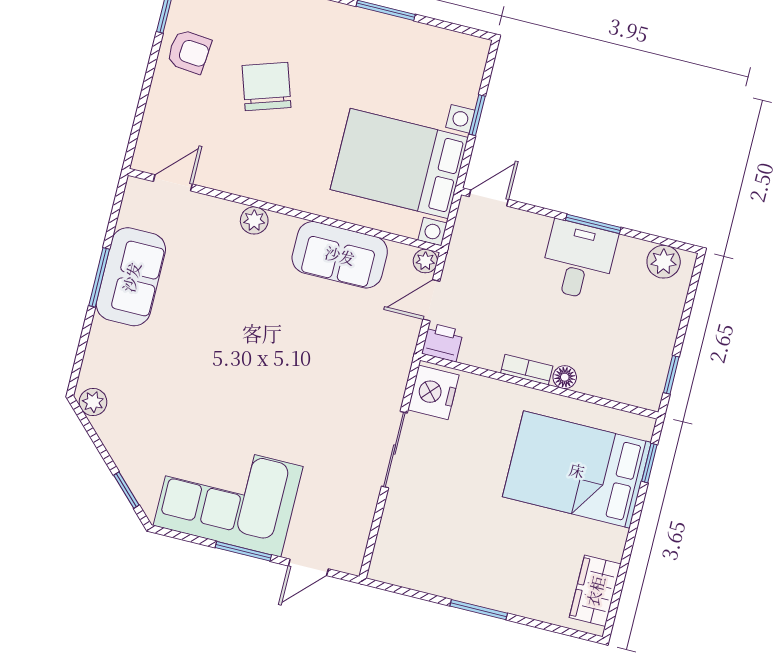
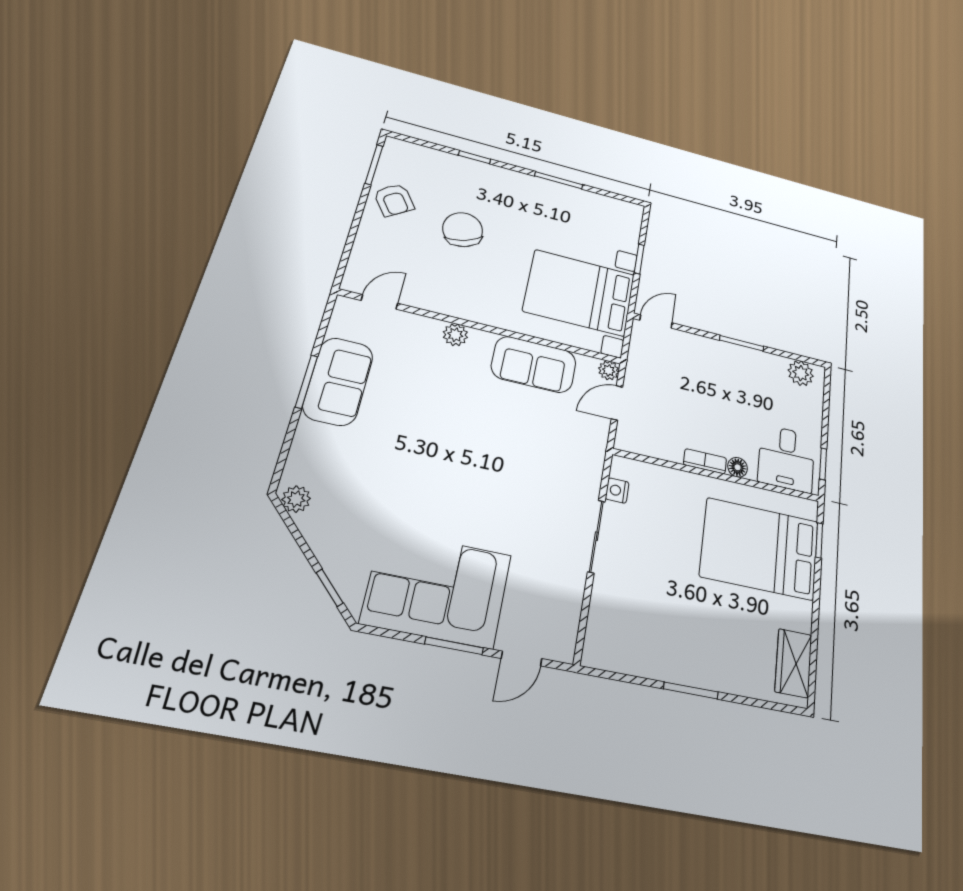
armchair: (189, 52) -> (394, 200), turned 50
desk: (578, 260) -> (786, 458), moved, turned 180
printer: (442, 342) -> (630, 439), removed
nightstand: (433, 392) -> (617, 491), width x0.53, depth x0.56

